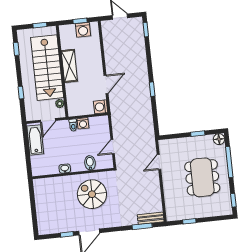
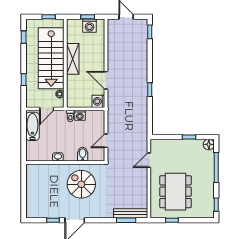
door: (106, 84) -> (106, 80), swing flipped
dining table: (202, 177) -> (175, 192), moved
bench: (151, 218) -> (131, 213), width x1.36

